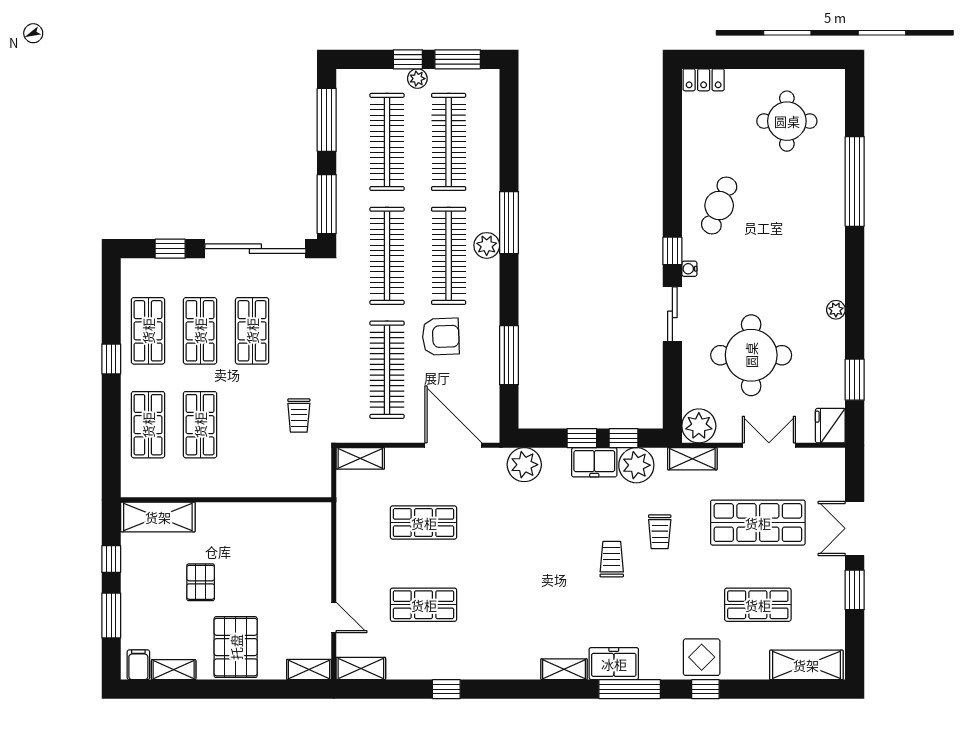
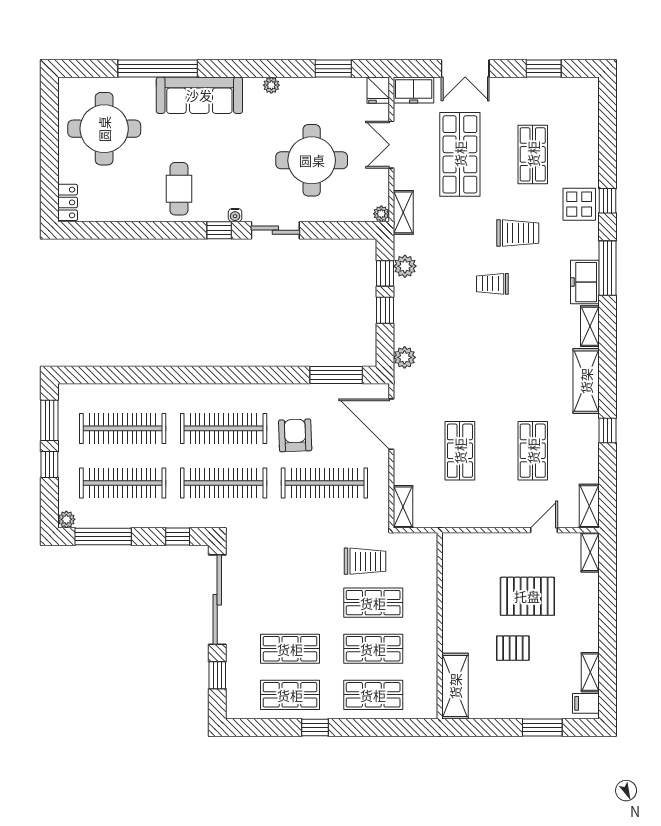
plant: (417, 79) -> (66, 519), moved
round table: (787, 121) -> (104, 129), width x1.36, depth x1.36
window: (327, 204) -> (178, 536), width x0.46
cafe table: (719, 205) -> (179, 189), turned 68
window: (509, 223) -> (194, 375), removed
sofa: (825, 229) -> (199, 95), added
plant: (487, 245) -> (214, 395), removed
shop shelf: (252, 331) -> (373, 603), moved
window: (509, 355) -> (336, 375), moved
trolley: (299, 415) -> (365, 561), width x1.36, depth x1.39
plant: (699, 426) -> (381, 214), width x0.53, depth x0.53
fridge: (830, 426) -> (378, 90), width x0.72
door: (453, 445) -> (391, 424), hinge flipped
freezer: (594, 462) -> (414, 90), moved, turned 90
plant: (524, 465) -> (405, 357), width x0.73, depth x0.73
plant: (636, 465) -> (405, 266), width x0.73, depth x0.73
trolley: (660, 532) -> (518, 233), moved, width x1.36, depth x1.39
window: (111, 559) -> (492, 727), removed
window: (855, 590) -> (544, 69), moved
pallet: (236, 647) -> (527, 596), moved
shelving: (806, 665) -> (586, 381), moved

